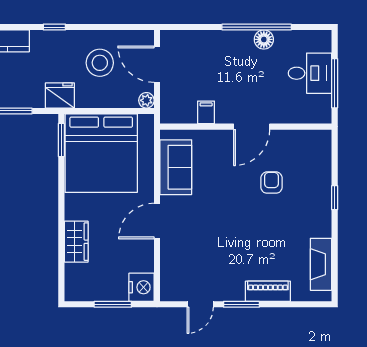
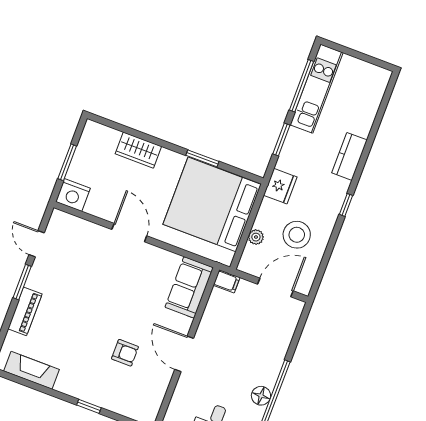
plant: (146, 100) -> (256, 237), moved
filing cabinet: (206, 112) -> (227, 281), moved
window: (61, 140) -> (202, 158), moved
sofa: (176, 167) -> (189, 287), moved, turned 90

